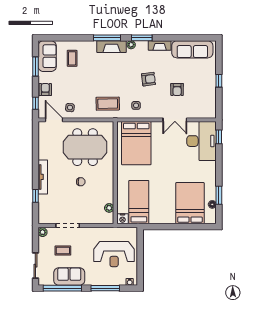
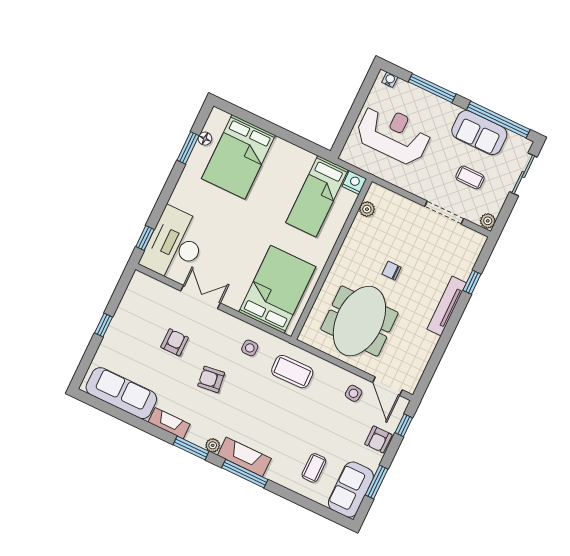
meeting table: (85, 147) -> (359, 321), turned 90

